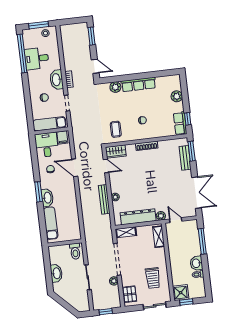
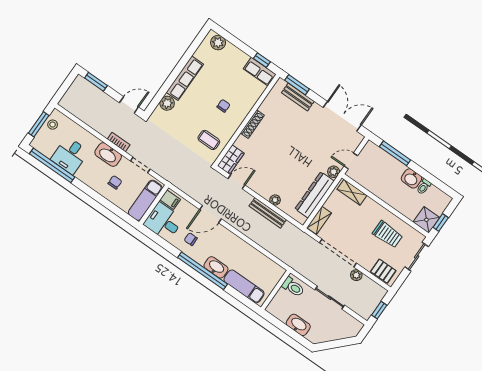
plant: (177, 96) -> (218, 43), moved
window: (39, 192) -> (203, 271), width x2.11

